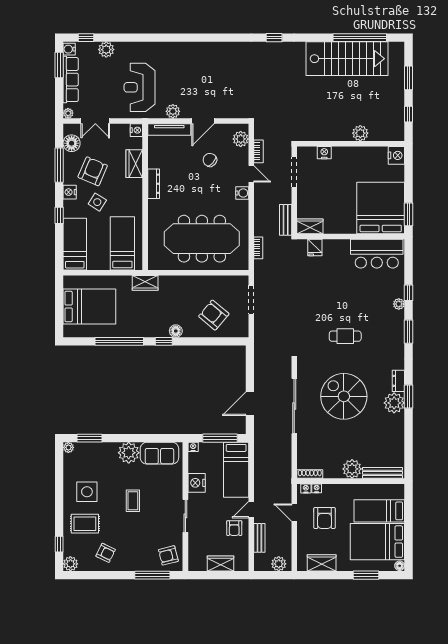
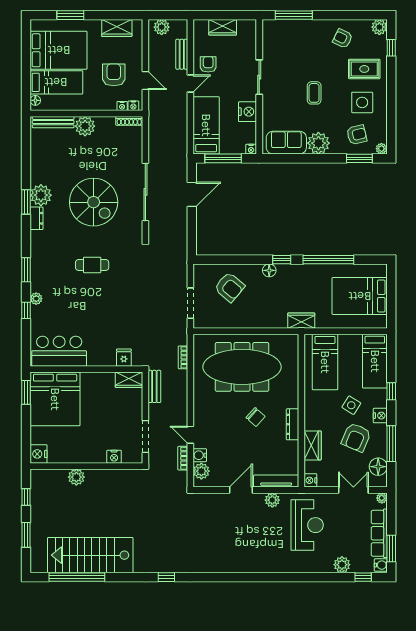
chair: (210, 160) -> (256, 417), moved
water cooler: (242, 193) -> (200, 455), moved
armchair: (168, 555) -> (357, 135), moved
floor lamp: (400, 566) -> (35, 100), moved

